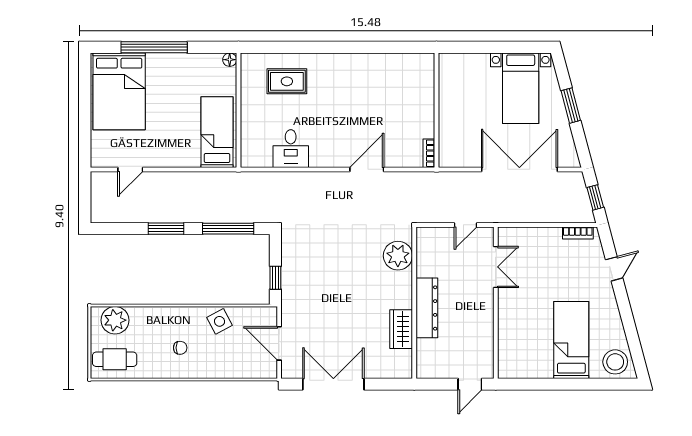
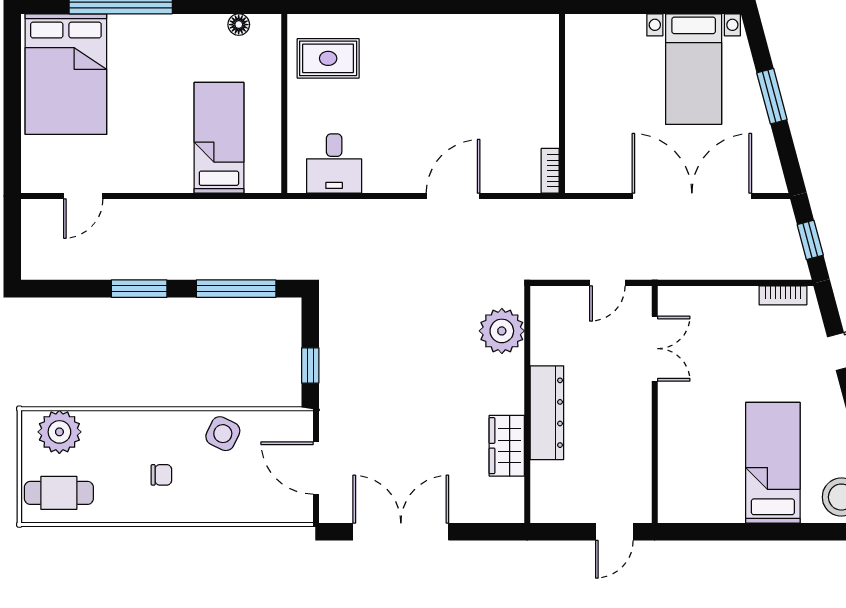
wall: (238, 110) -> (284, 103), moved
side table: (220, 321) -> (223, 434), turned -36

